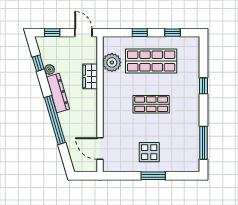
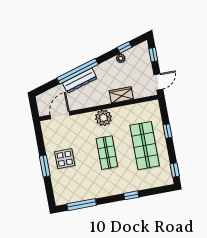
window: (172, 33) -> (175, 170), moved
plant: (112, 62) -> (103, 118), moved
dresser: (58, 93) -> (80, 81), moved

